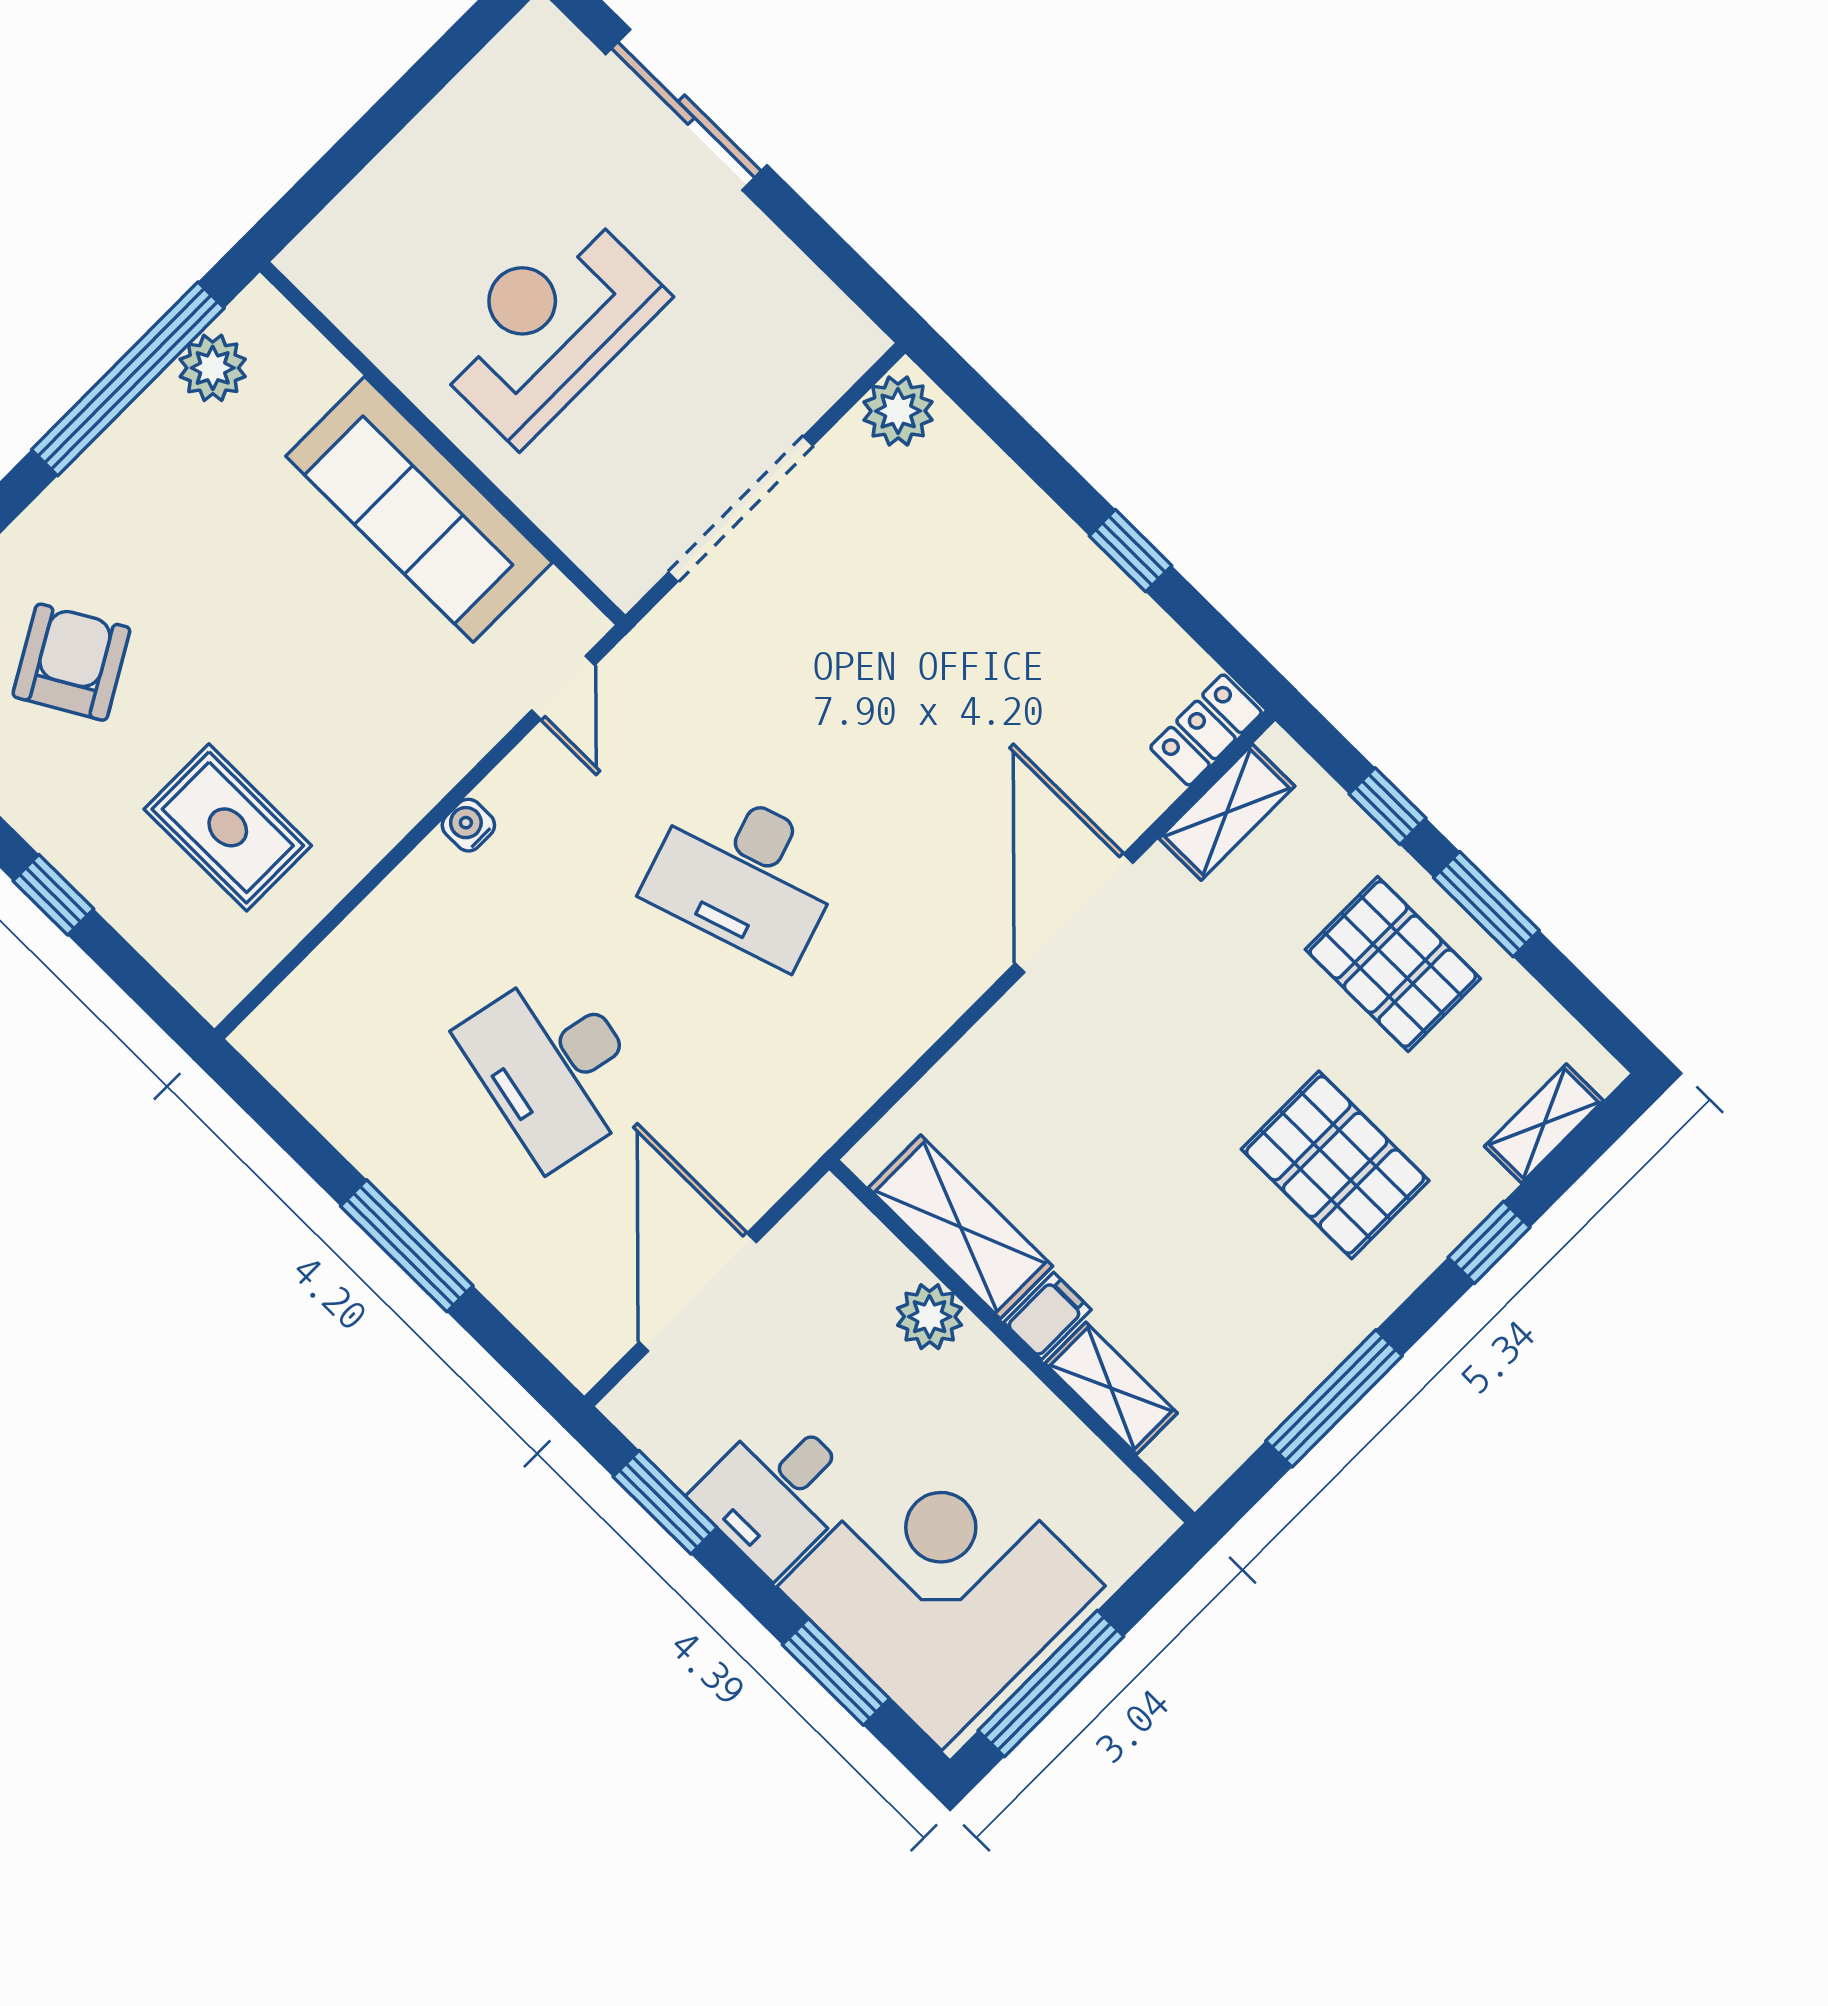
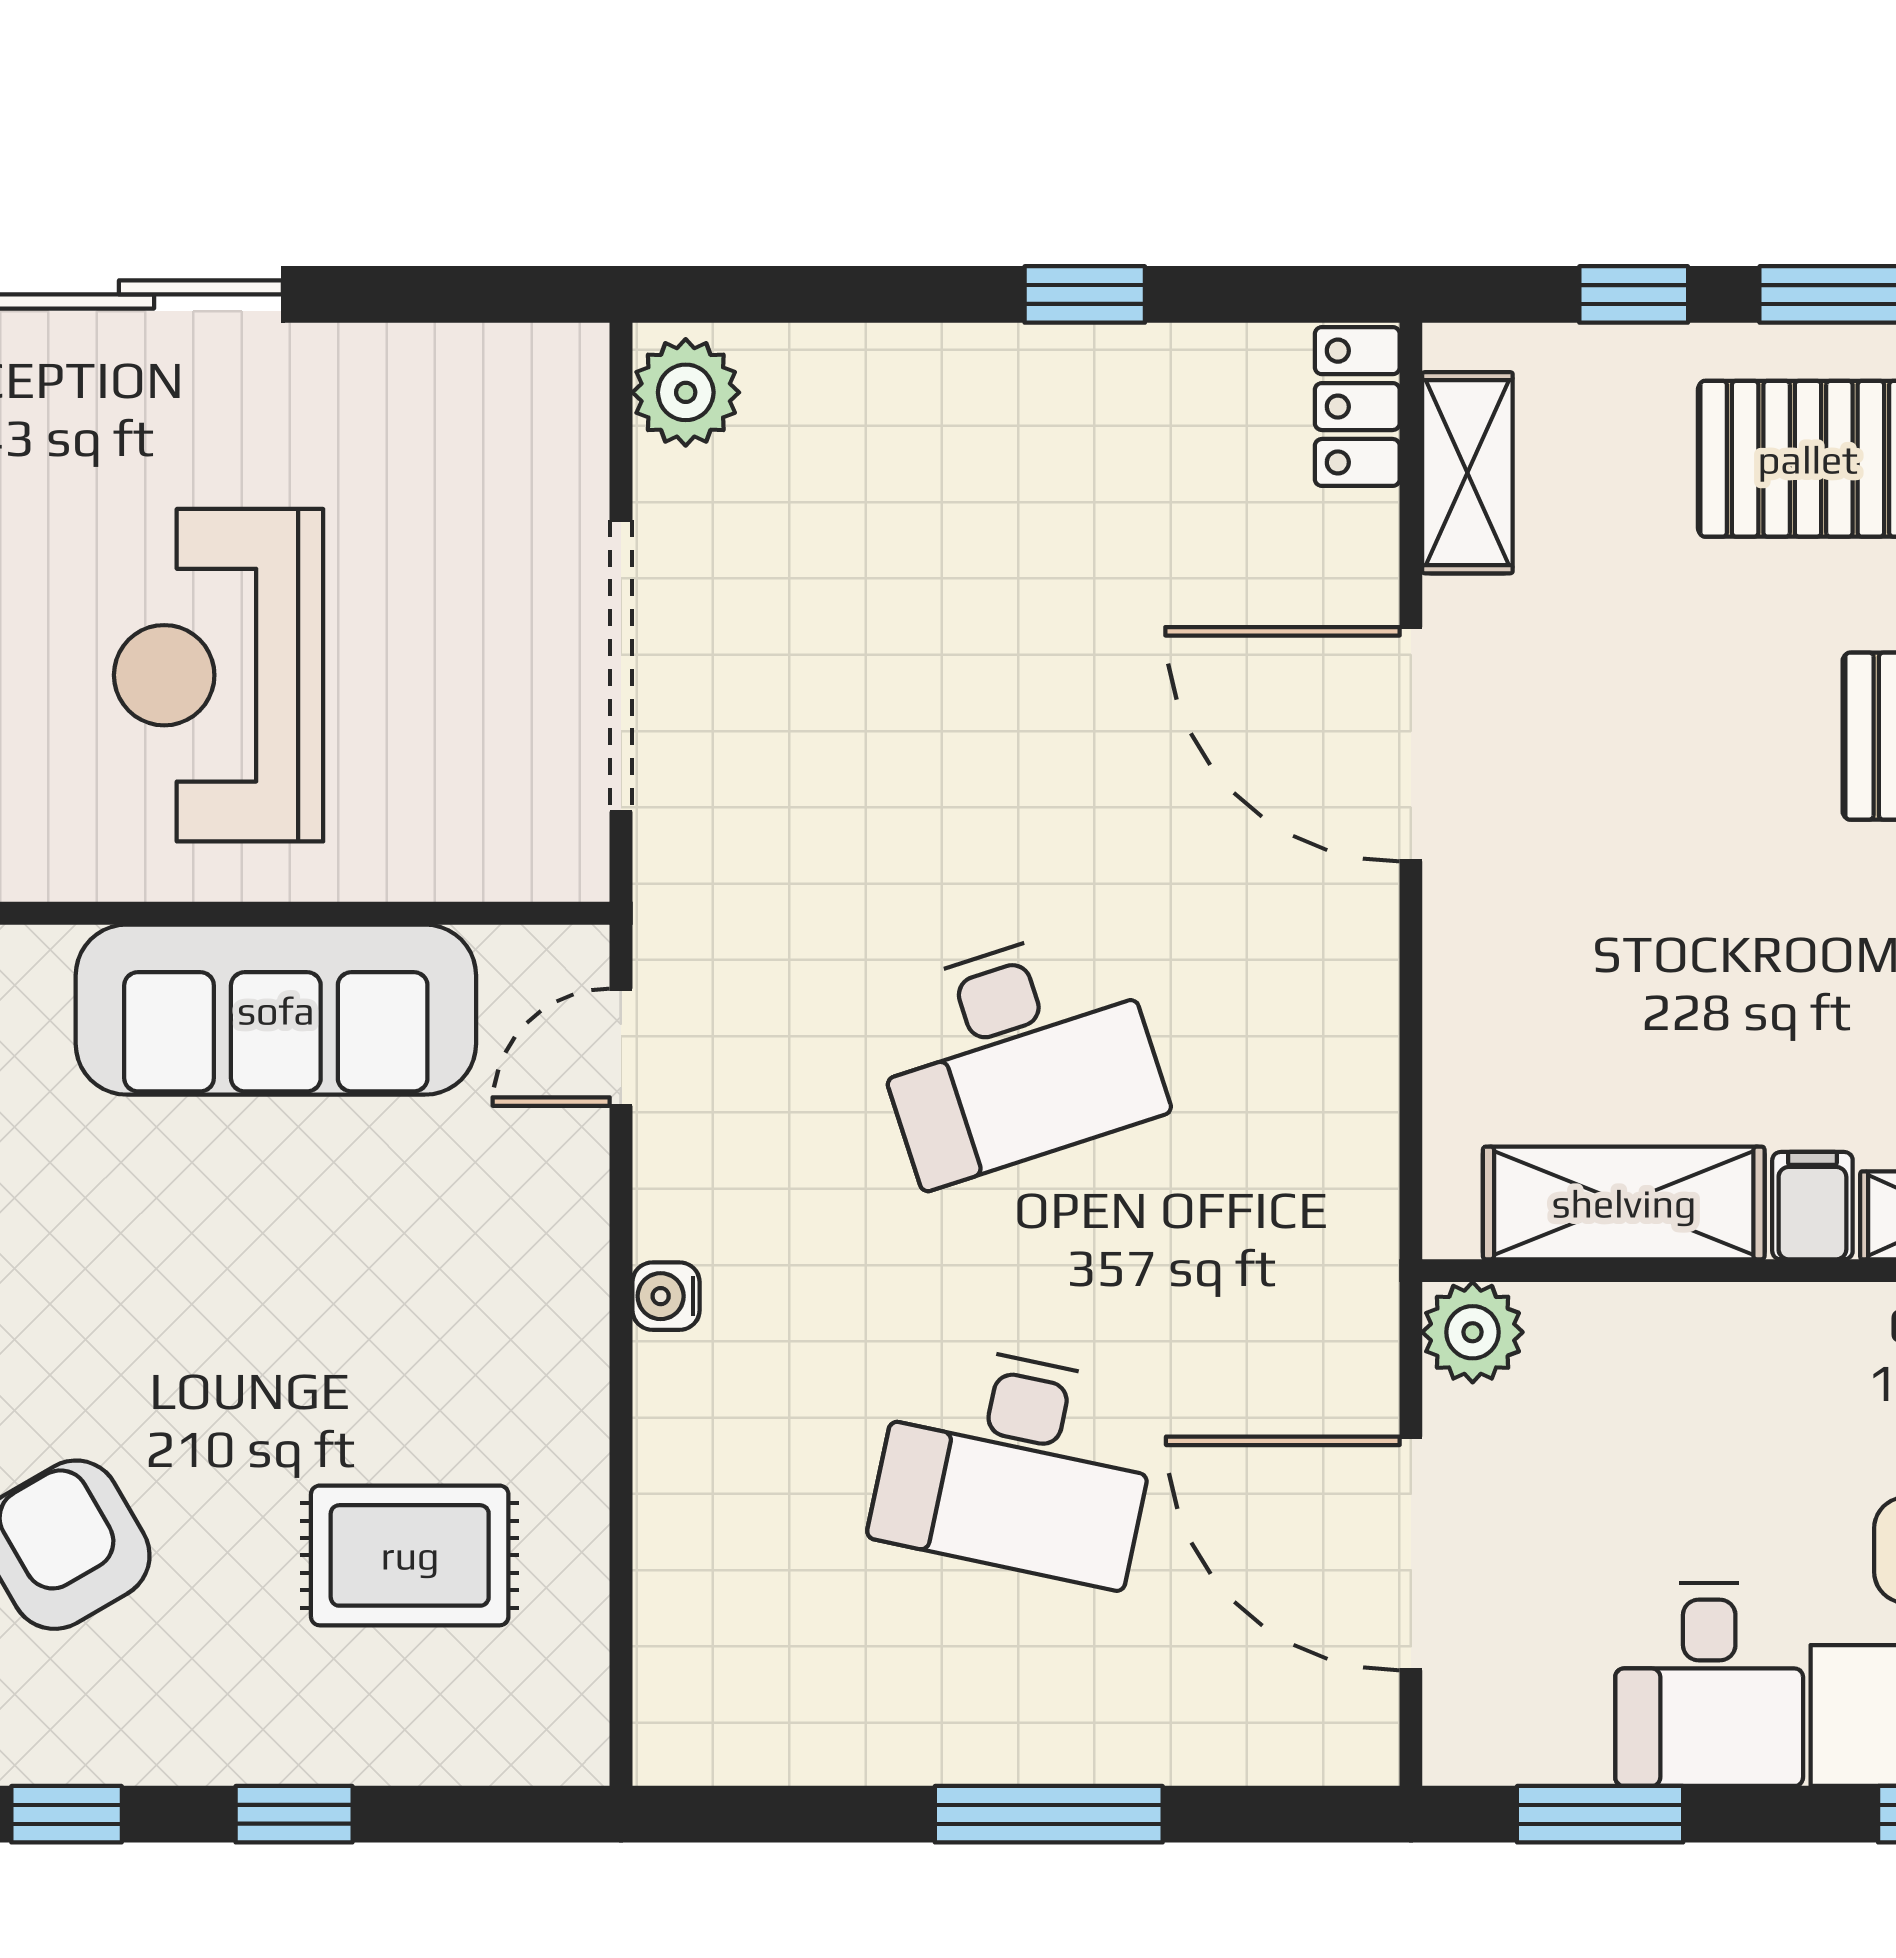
door: (563, 688) -> (621, 1047), swing flipped
plant: (930, 1317) -> (1473, 1332), moved

